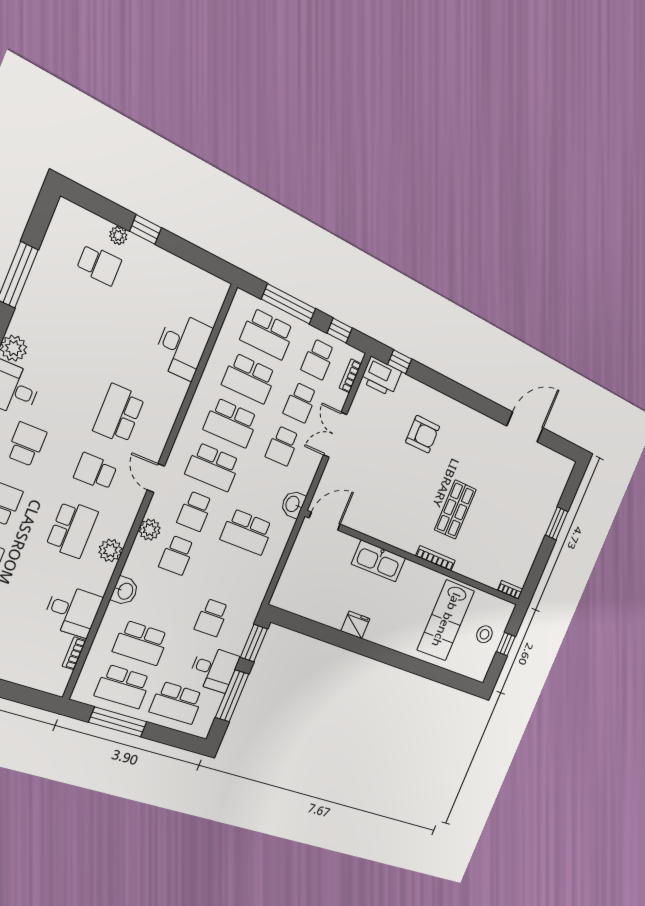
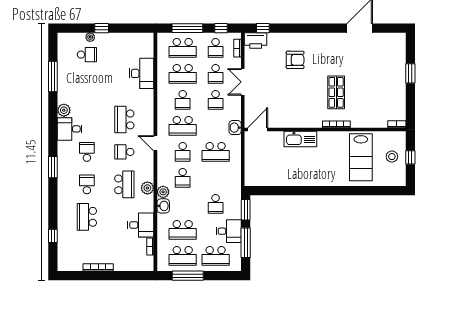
school desk: (231, 423) -> (183, 100), width x0.54
plant: (150, 530) -> (163, 192), moved
fridge: (355, 625) -> (303, 180), removed

